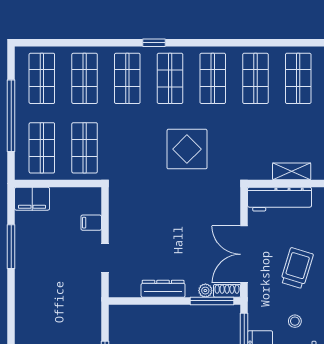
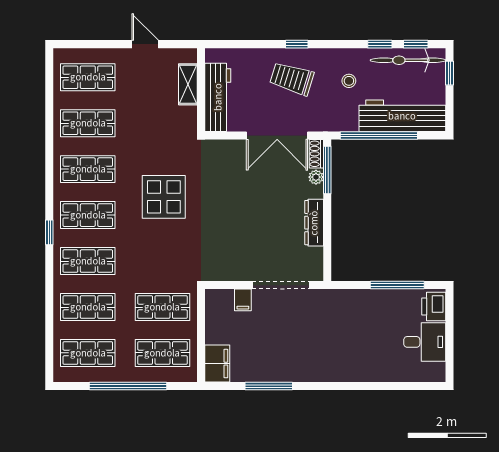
doorway: (105, 258) -> (281, 285), width x1.88

